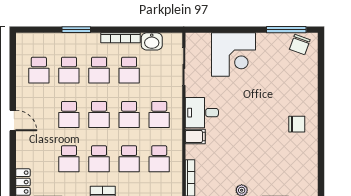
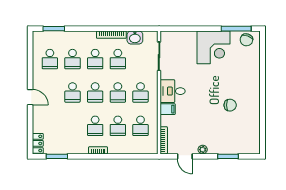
window: (76, 30) -> (54, 29), moved
corner desk: (233, 55) -> (214, 47), moved
chair: (297, 124) -> (230, 105), moved
school desk: (69, 159) -> (72, 126), removed

